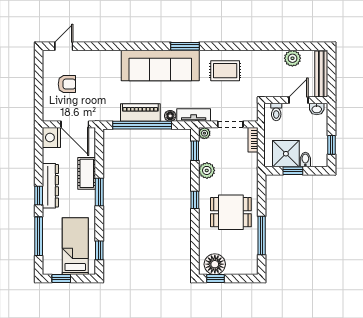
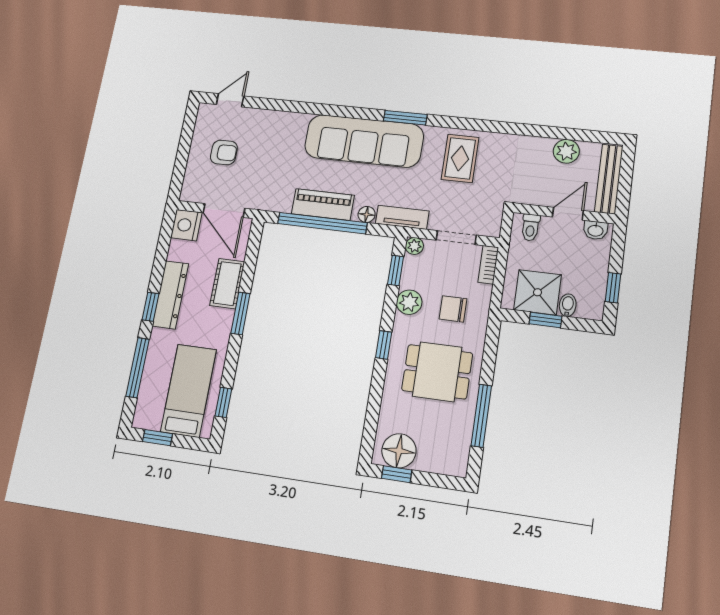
rug: (225, 71) -> (460, 158), turned 90
chair: (235, 171) -> (453, 309), added

